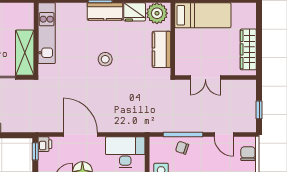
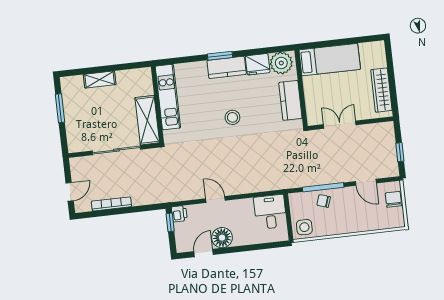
double door: (205, 78) -> (340, 125), swing flipped
door: (80, 135) -> (215, 199), width x0.53
desk: (125, 152) -> (270, 212), width x0.73

